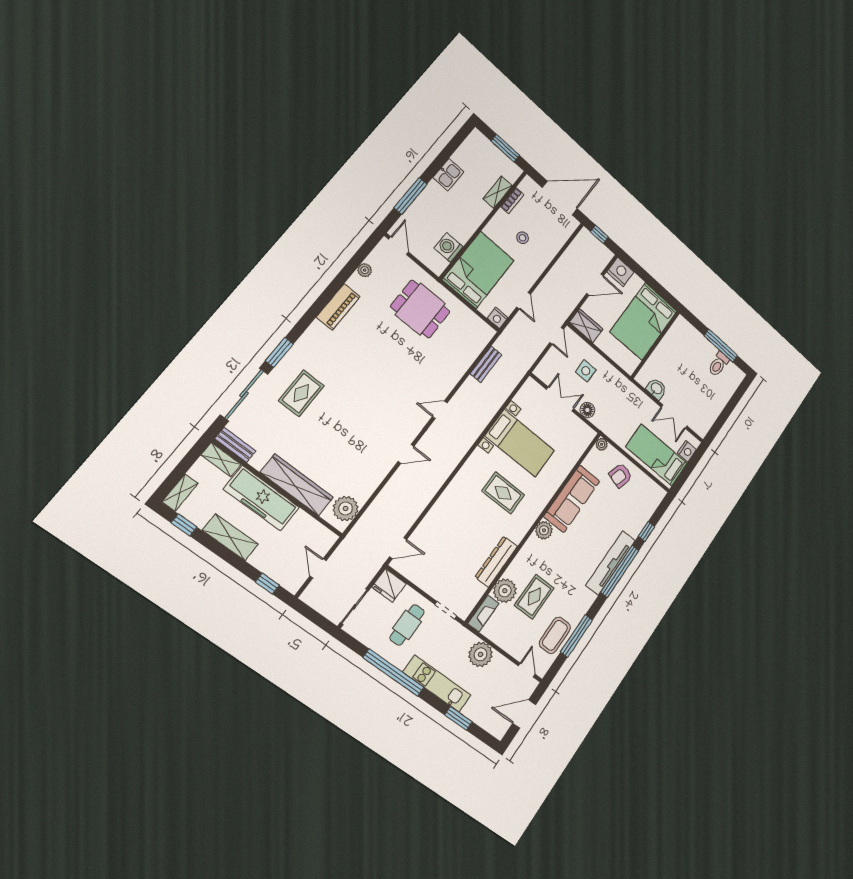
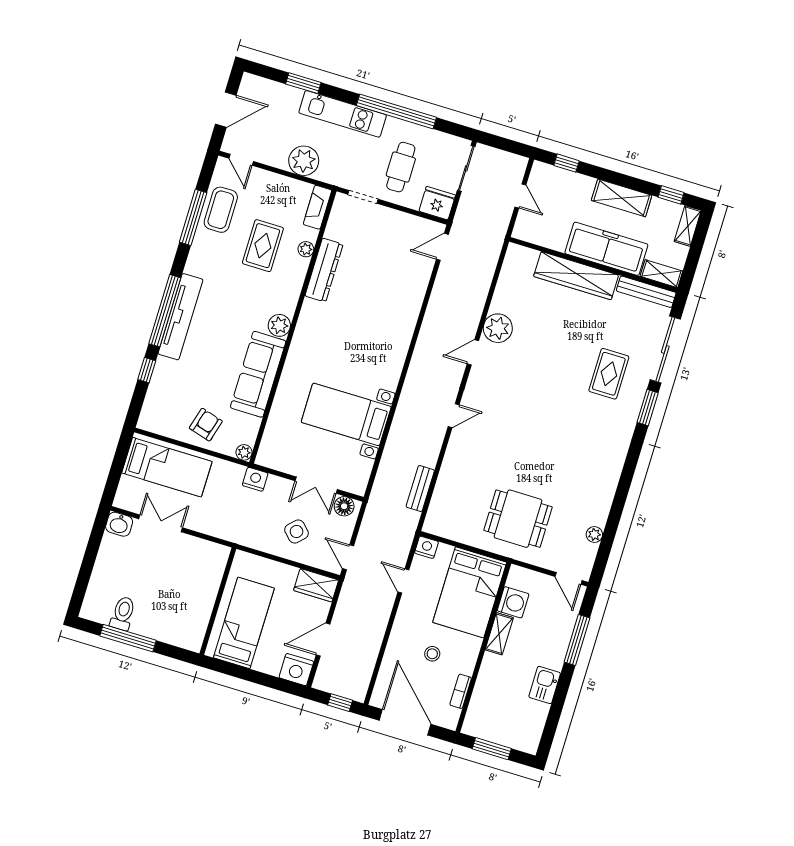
shelving: (498, 192) -> (499, 634), moved
door: (560, 198) -> (405, 722), swing flipped
piano: (338, 307) -> (607, 482), removed
bed: (644, 321) -> (244, 623), width x0.67
side table: (586, 371) -> (296, 531), turned 45
washbasin: (656, 389) -> (119, 524), moved
floor lamp: (587, 410) -> (344, 506), moved
bench: (235, 445) -> (646, 292), width x1.36
nightstand: (687, 451) -> (255, 479), moved, turned 90
rug: (503, 493) -> (345, 350), removed
plant: (346, 509) -> (498, 328), moved
plant: (505, 591) -> (306, 249), width x0.53, depth x0.53

